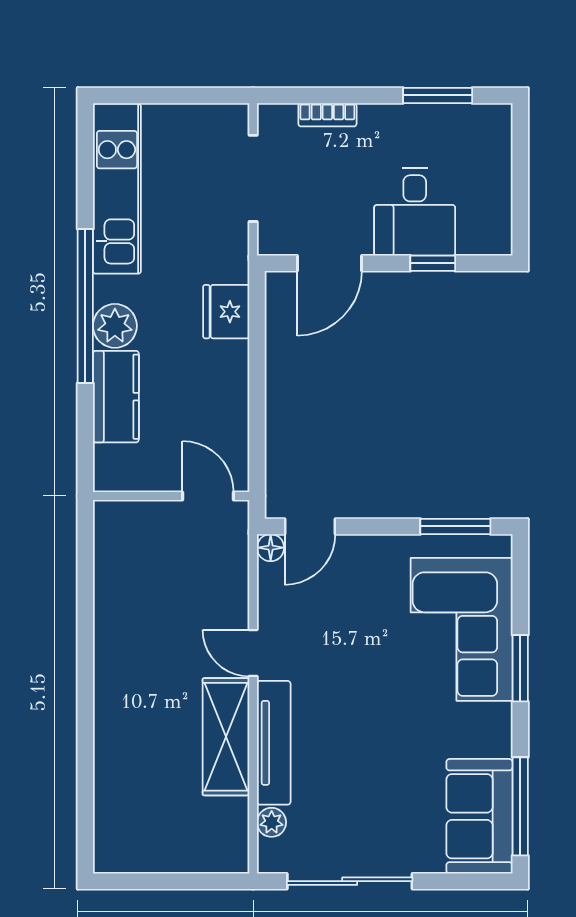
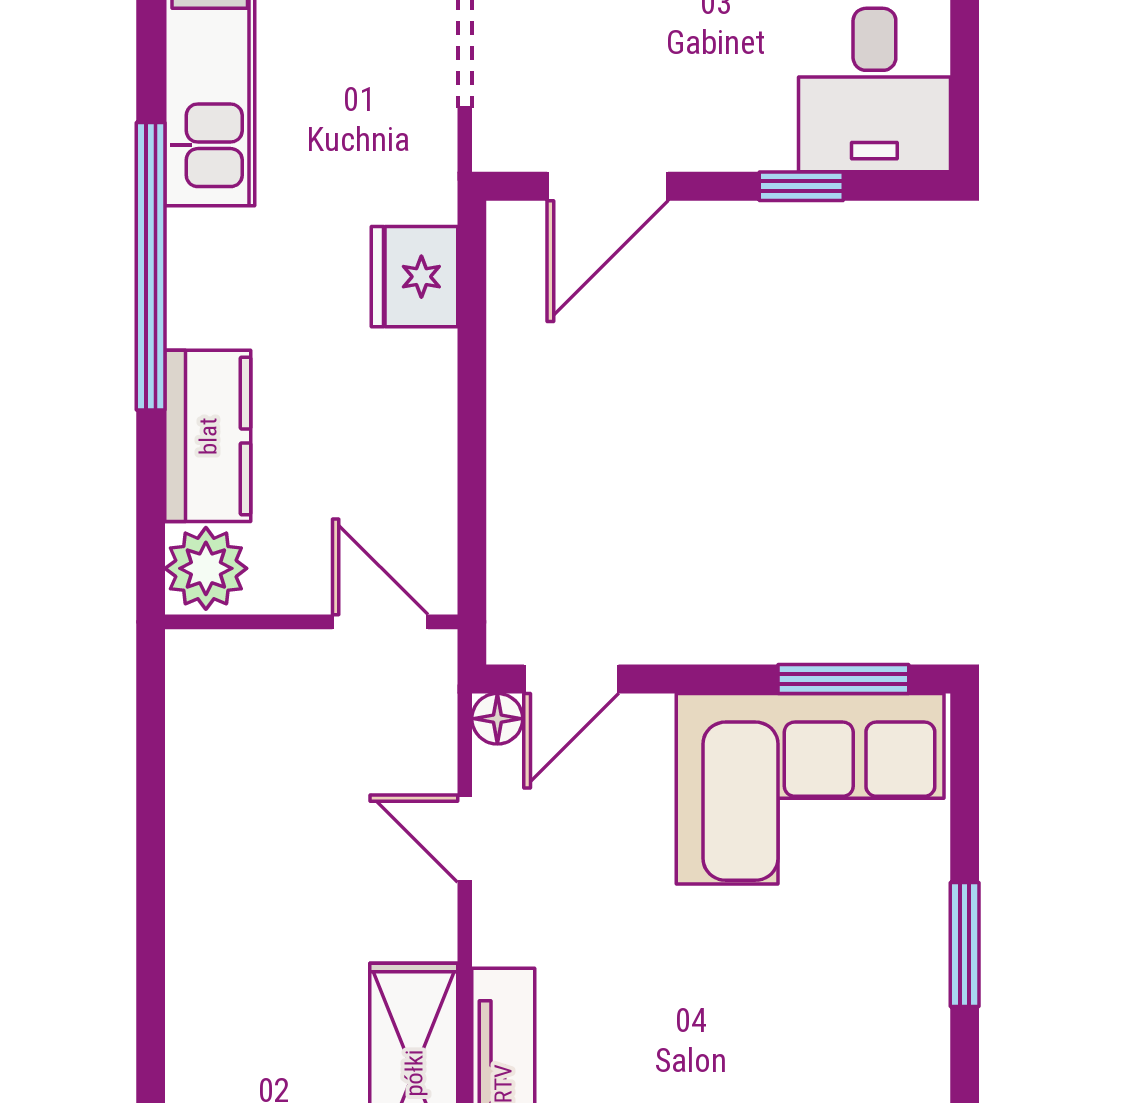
desk: (415, 212) -> (874, 90), moved
plant: (115, 326) -> (206, 568), moved
corner sofa: (462, 629) -> (810, 789), moved, turned -90
door: (253, 653) -> (465, 839), moved

